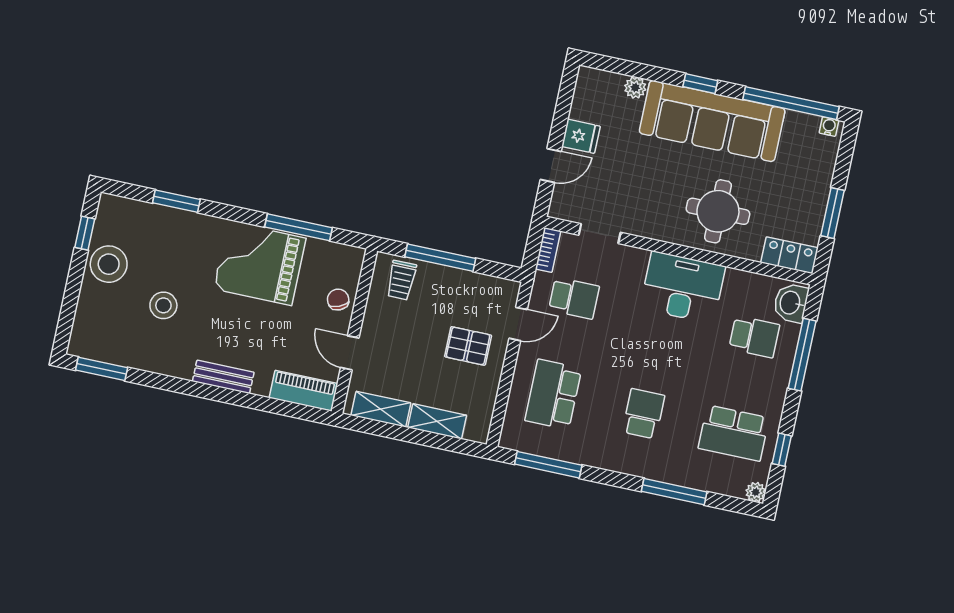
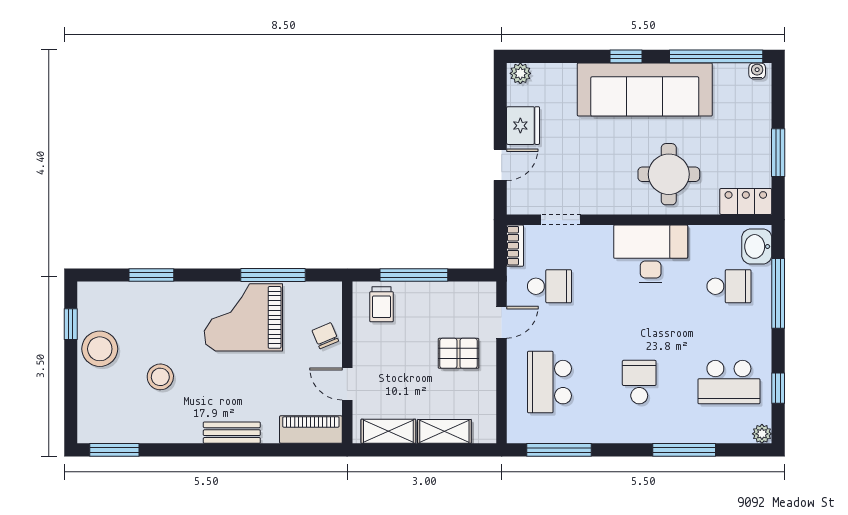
plant: (635, 88) -> (520, 73), moved
fridge: (581, 136) -> (523, 126), width x1.38

